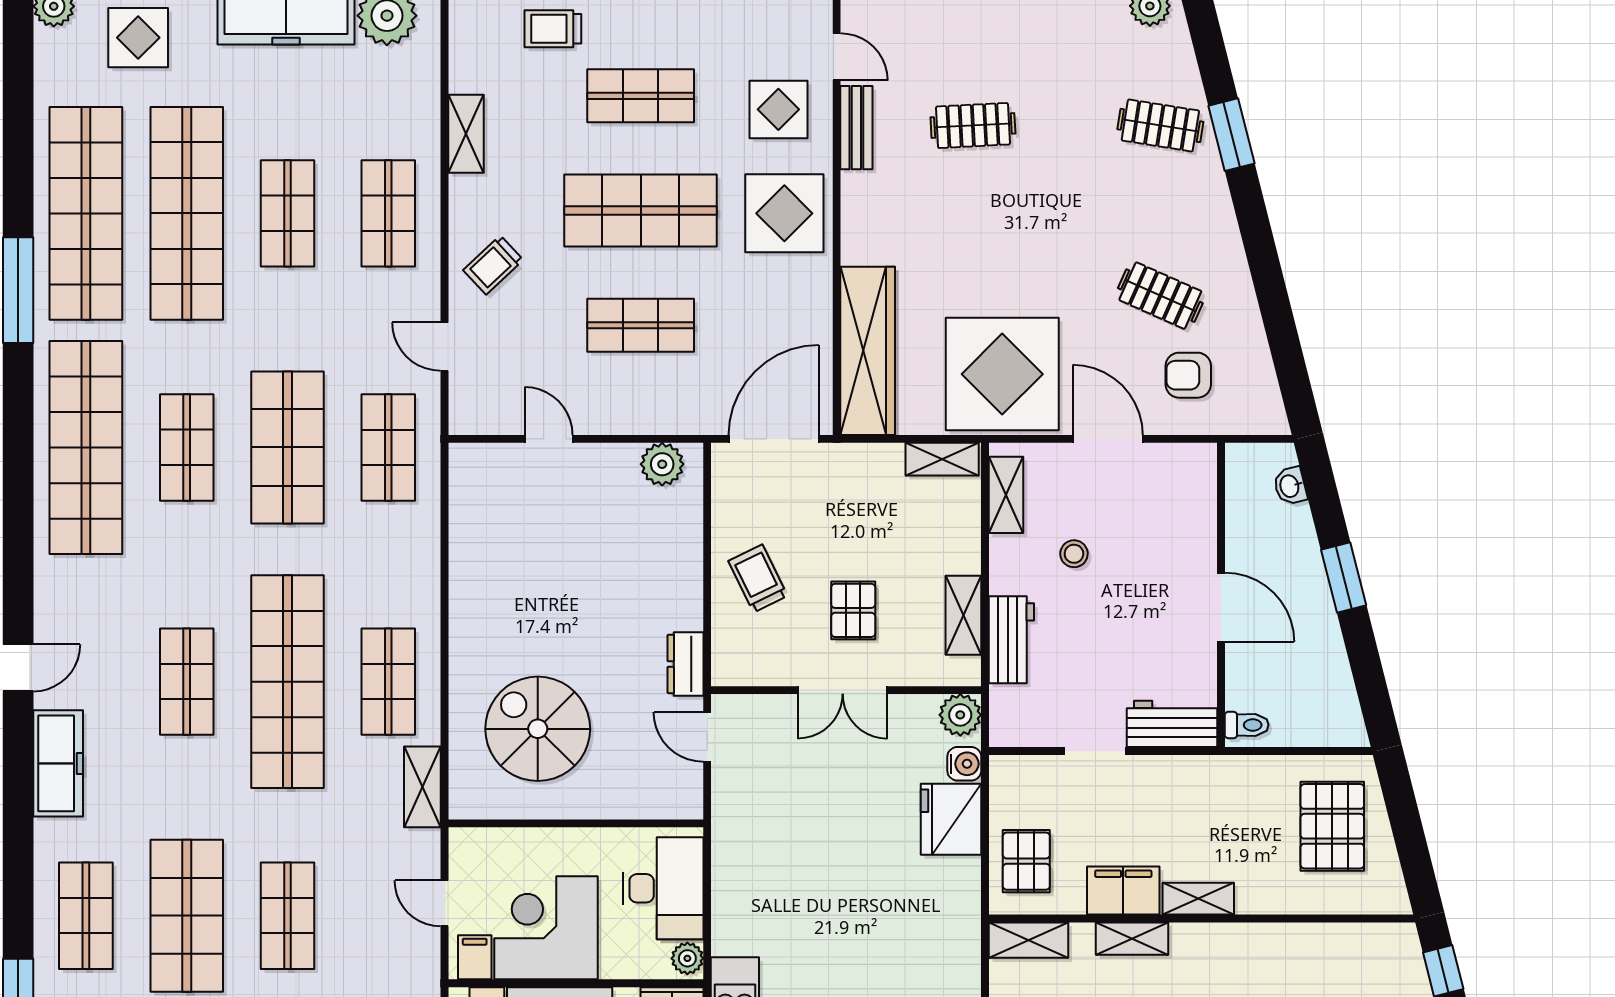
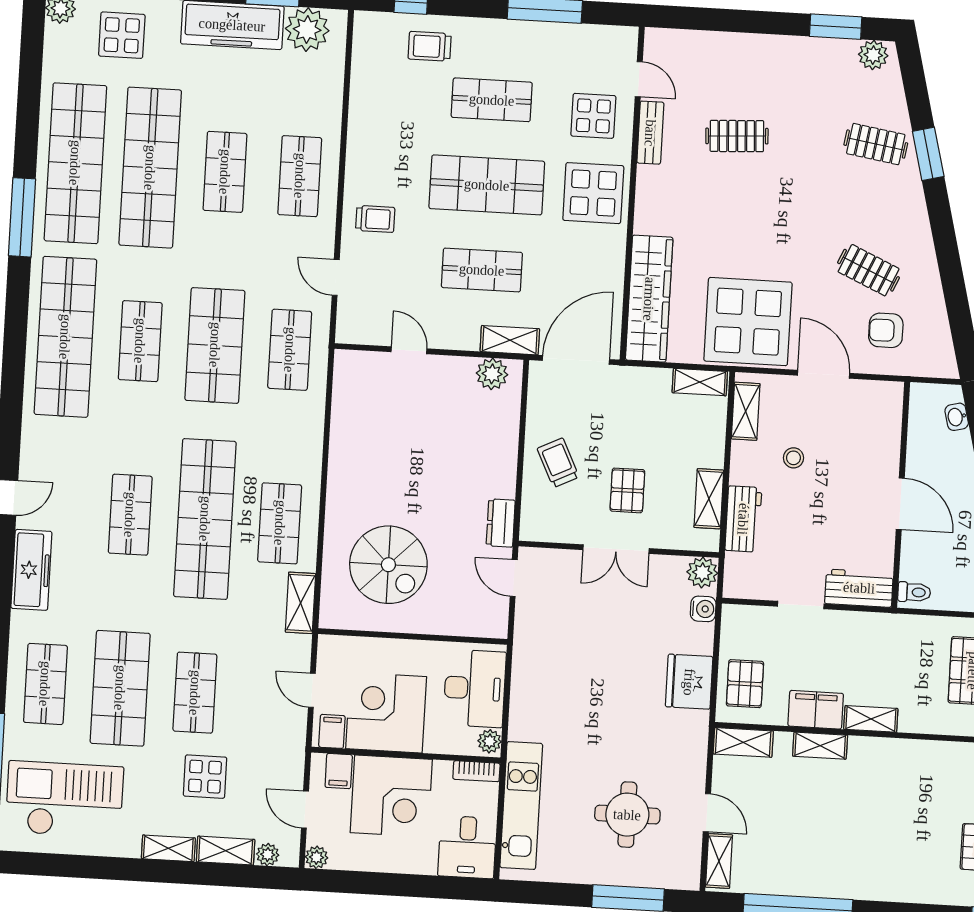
shelving: (466, 134) -> (510, 340), moved, turned 90
trolley: (493, 265) -> (375, 219), turned -137
spiral stairs: (538, 729) -> (388, 565), turned 180
fridge: (951, 819) -> (689, 682), moved

